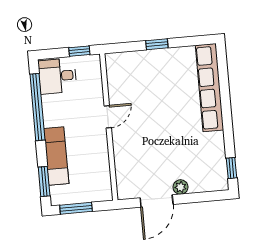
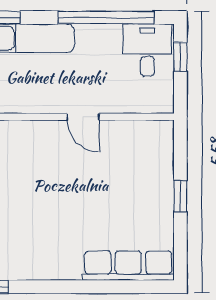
window: (79, 51) -> (180, 57), moved
row of seats: (210, 88) -> (128, 266), width x0.73

